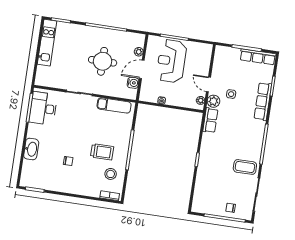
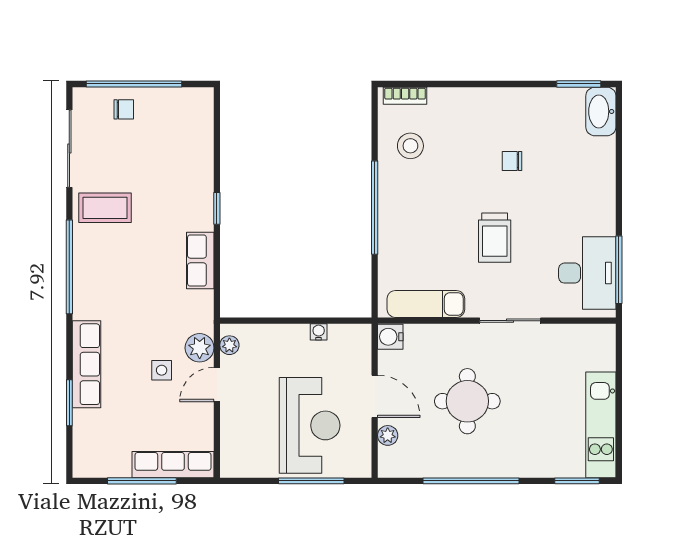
row of seats: (258, 57) -> (173, 465), moved
door: (142, 69) -> (375, 396), hinge flipped
water cooler: (133, 83) -> (390, 337), moved
door: (208, 84) -> (217, 384), swing flipped
row of seats: (210, 120) -> (200, 261), moved
washbasin: (31, 149) -> (601, 111), moved
trolley: (102, 152) -> (495, 238), moved, turned -90

